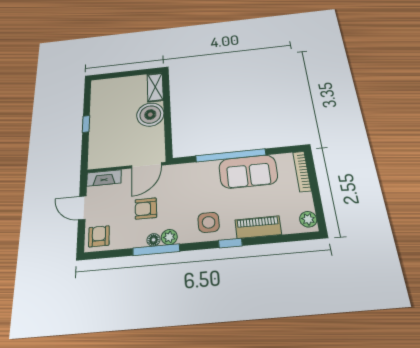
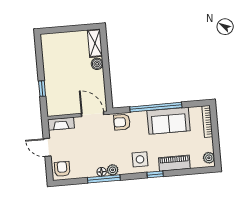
boiler: (150, 115) -> (97, 64), width x0.54, depth x0.54
window: (86, 124) -> (42, 89), moved
door: (146, 165) -> (93, 114), swing flipped
armchair: (146, 209) -> (122, 122), moved

